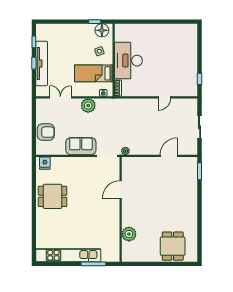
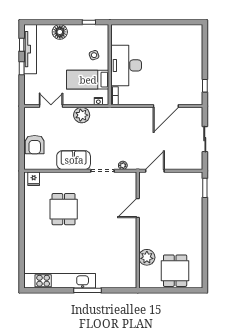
floor lamp: (102, 30) -> (60, 32), moved
tv unit: (42, 63) -> (30, 49), moved
door: (164, 97) -> (166, 106), width x1.88
armchair: (46, 132) -> (35, 145), turned 90
door: (169, 156) -> (155, 171), moved
door: (121, 189) -> (138, 208), moved
dining table: (53, 196) -> (64, 209), moved, turned 90
wall: (121, 209) -> (138, 230), moved
plant: (129, 234) -> (147, 257), moved

